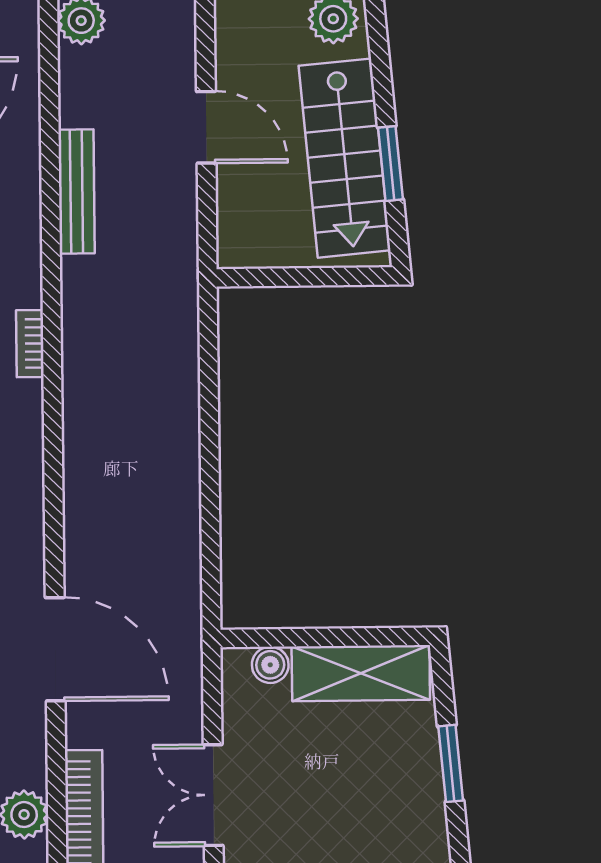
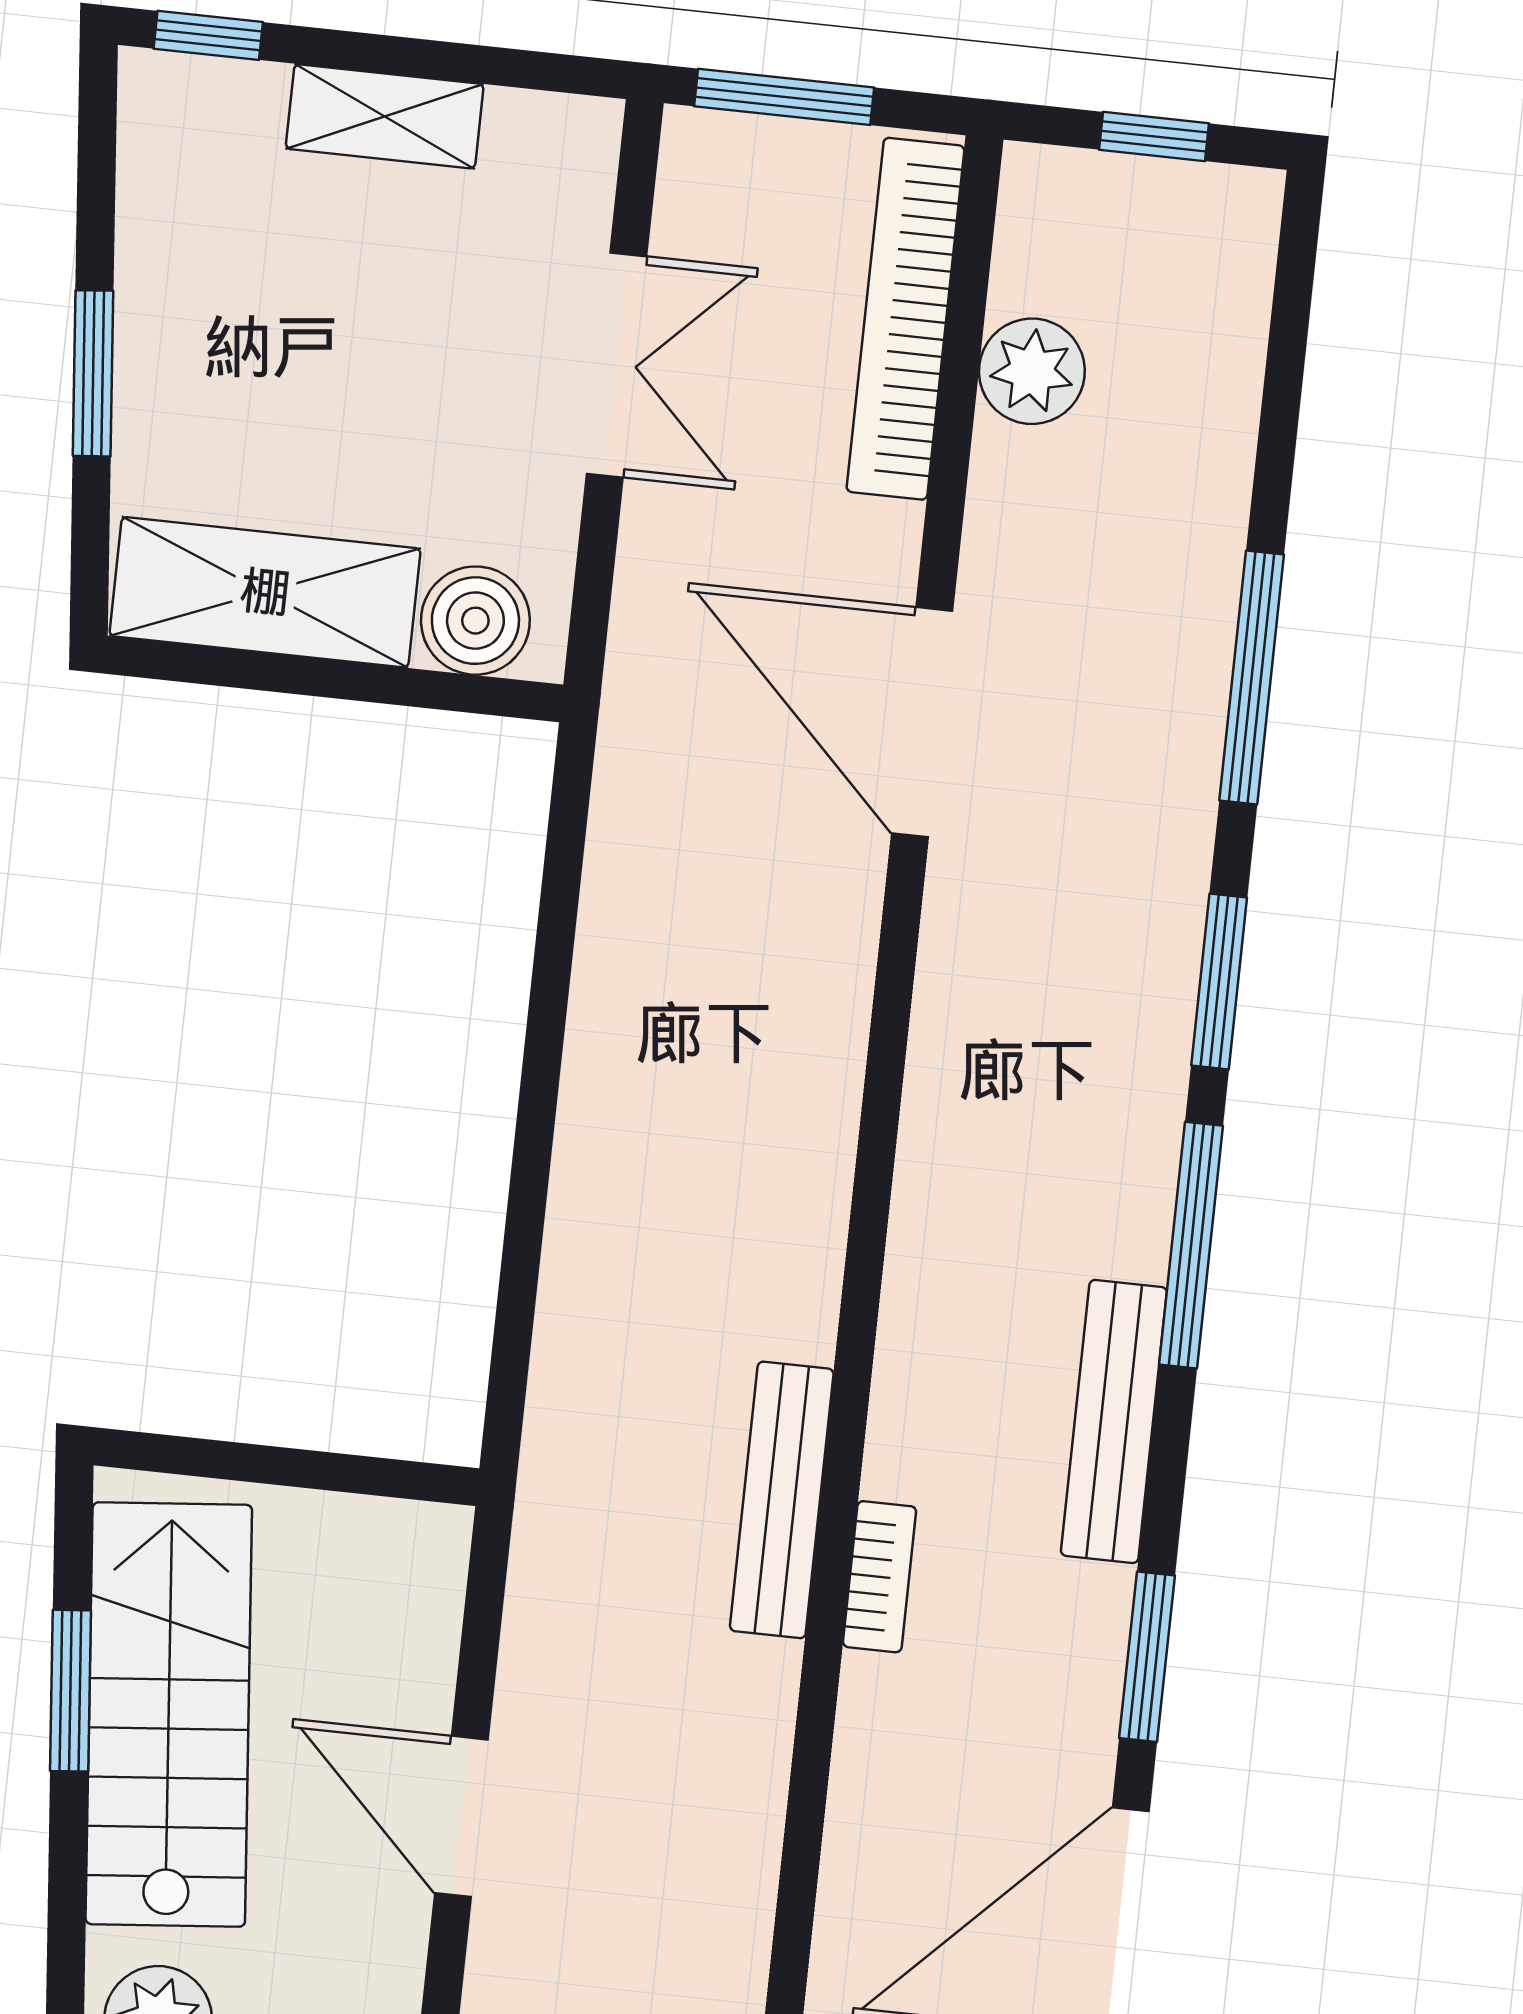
bench: (77, 191) -> (782, 1500), moved
bookcase: (30, 344) -> (880, 1577), moved
boiler: (270, 665) -> (475, 621), width x1.36, depth x1.36

